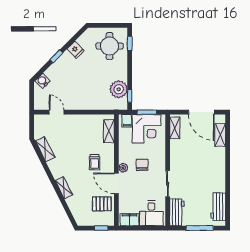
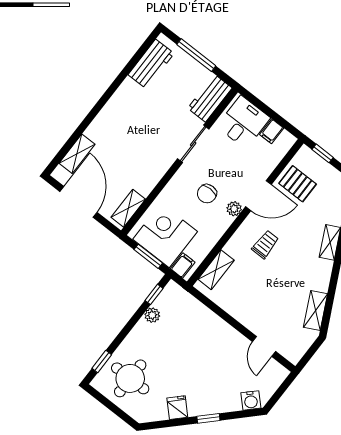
plant: (119, 89) -> (152, 315), width x0.53, depth x0.53
door: (116, 183) -> (258, 196), hinge flipped
filing cabinet: (130, 220) -> (272, 131), width x0.50

